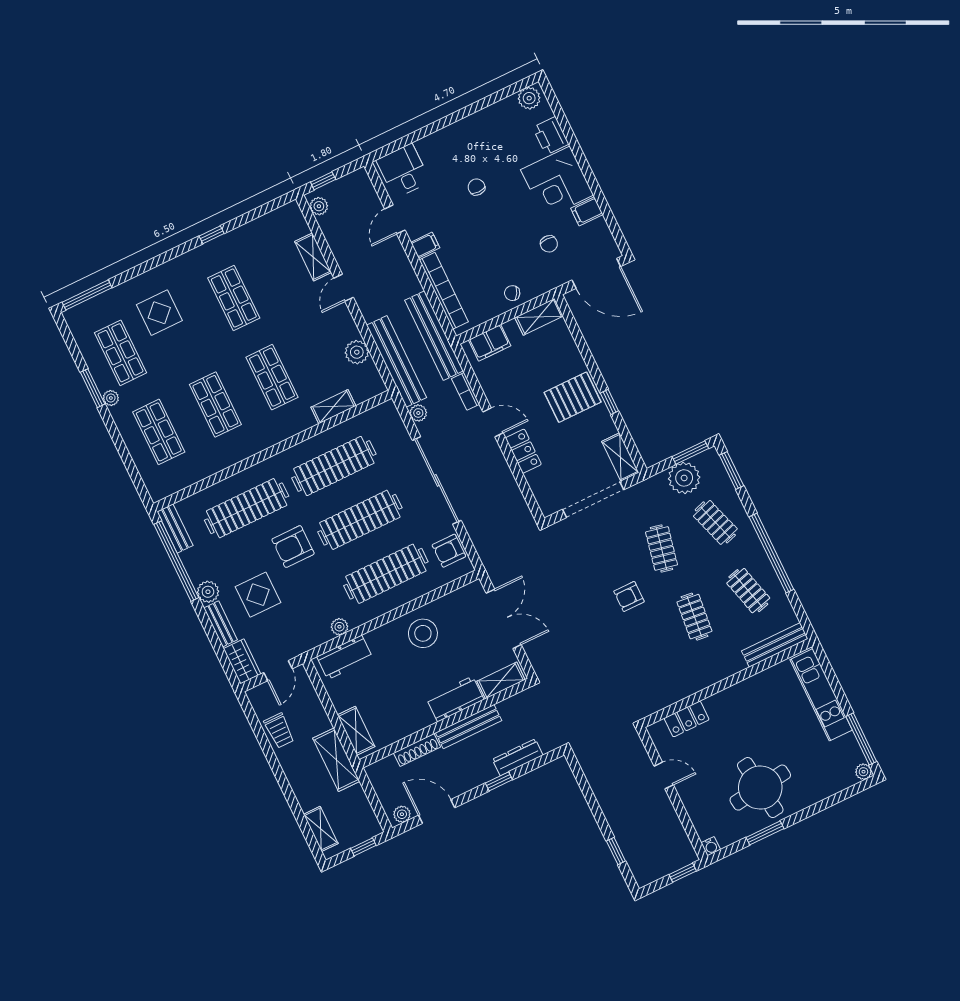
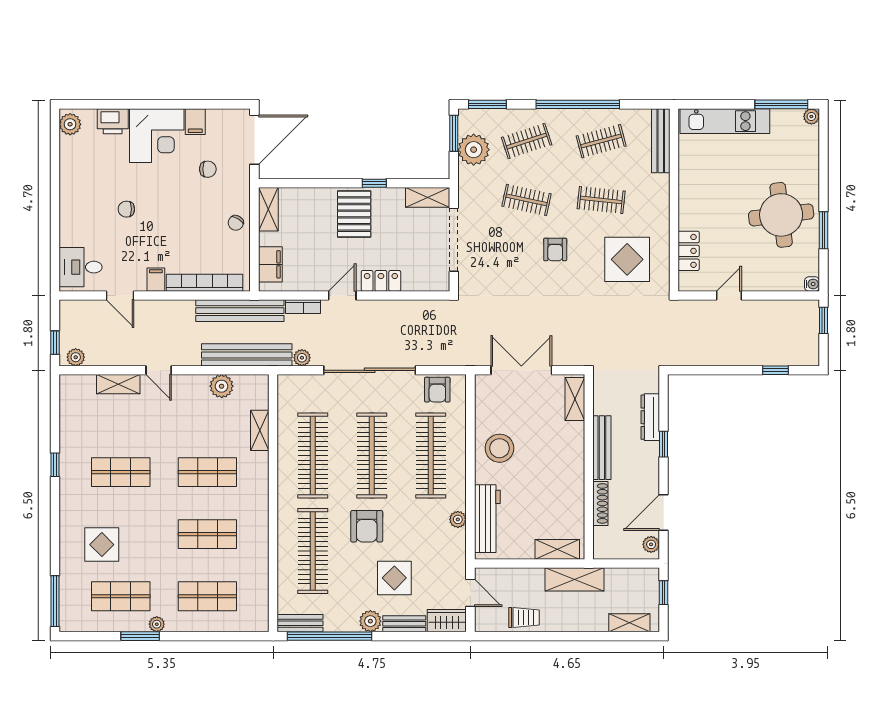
workbench: (345, 657) -> (487, 519), width x1.38
display table: (652, 667) -> (627, 259), added
workbench: (455, 699) -> (571, 448), removed

